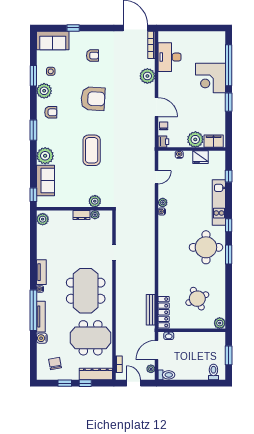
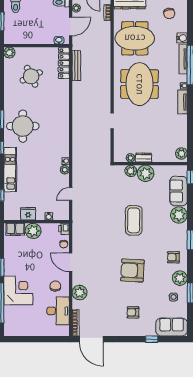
chair: (172, 83) -> (55, 286), added
plant: (79, 199) -> (146, 173), added

